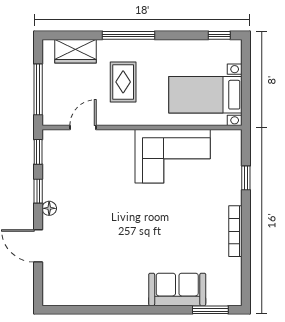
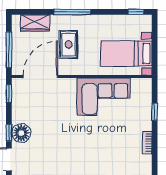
door: (83, 128) -> (40, 76), width x1.87
window: (38, 191) -> (9, 133), moved
floor lamp: (49, 208) -> (21, 133), width x1.89, depth x1.89
bookcase: (235, 231) -> (147, 143), width x0.64

